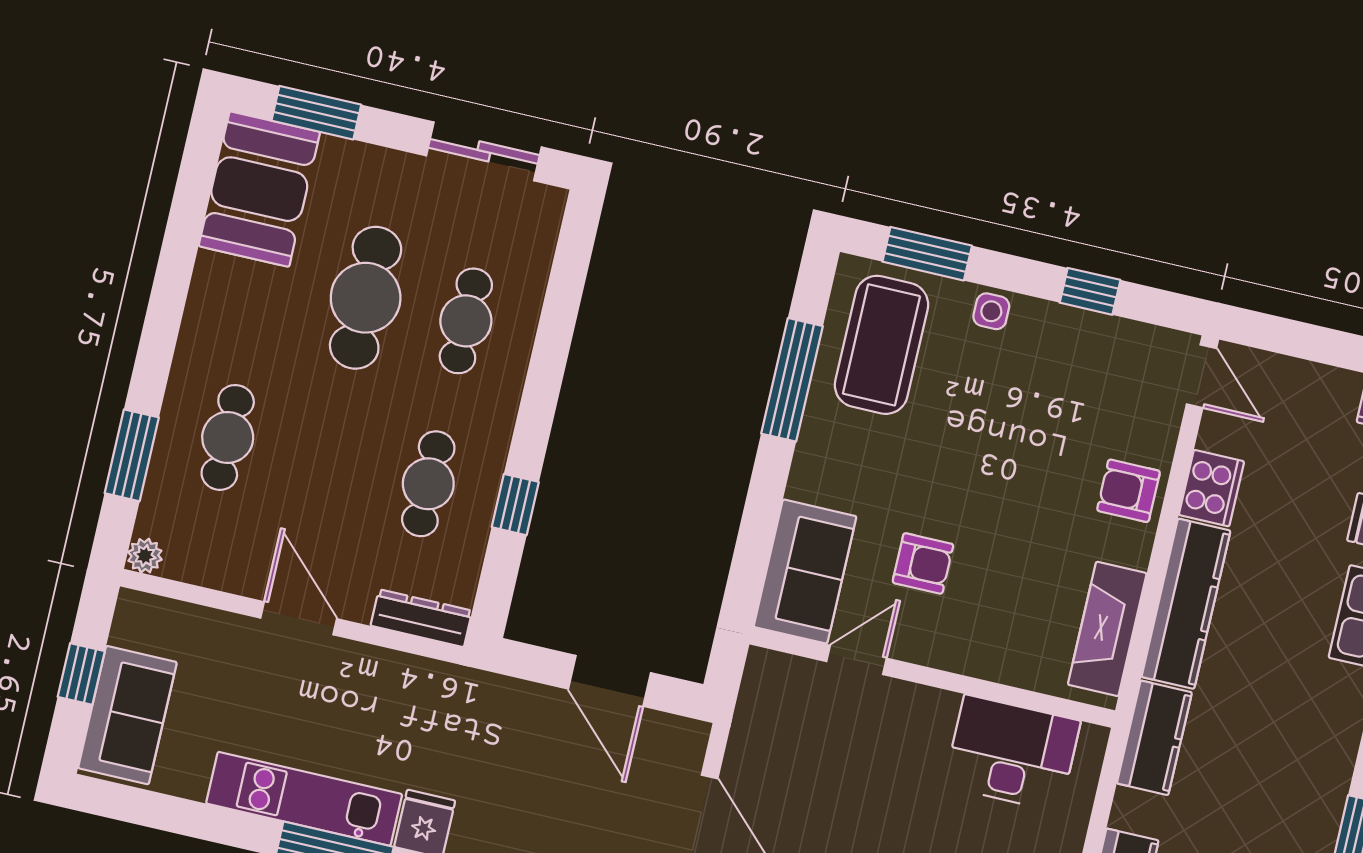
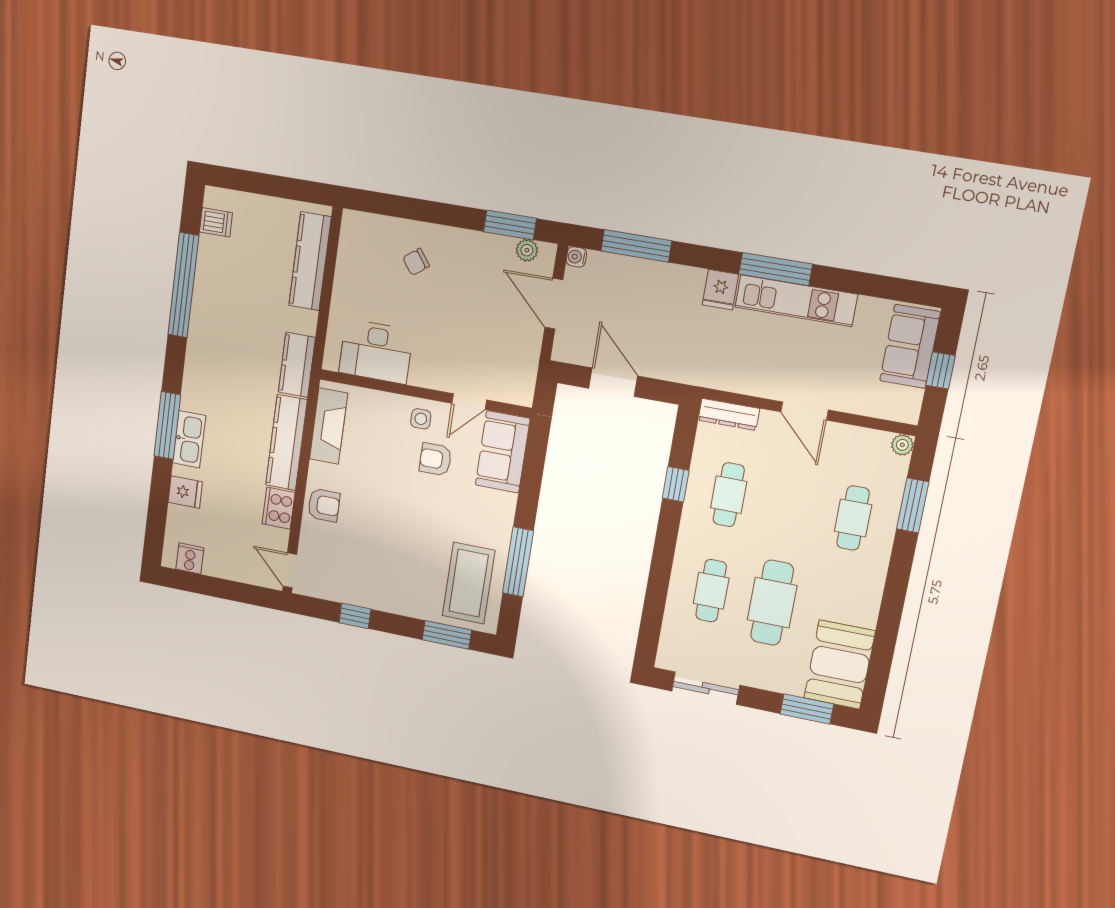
side table: (991, 311) -> (421, 419), moved

